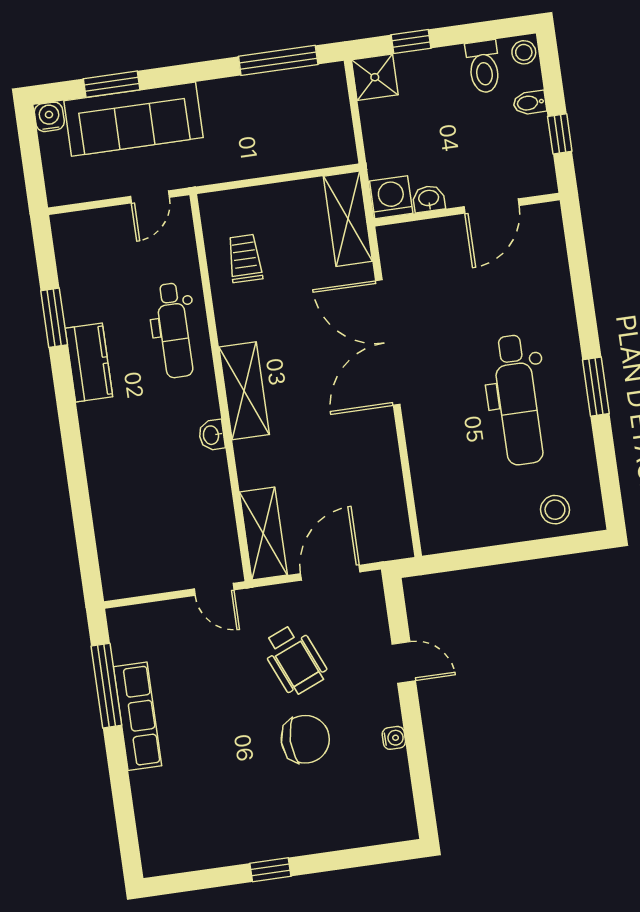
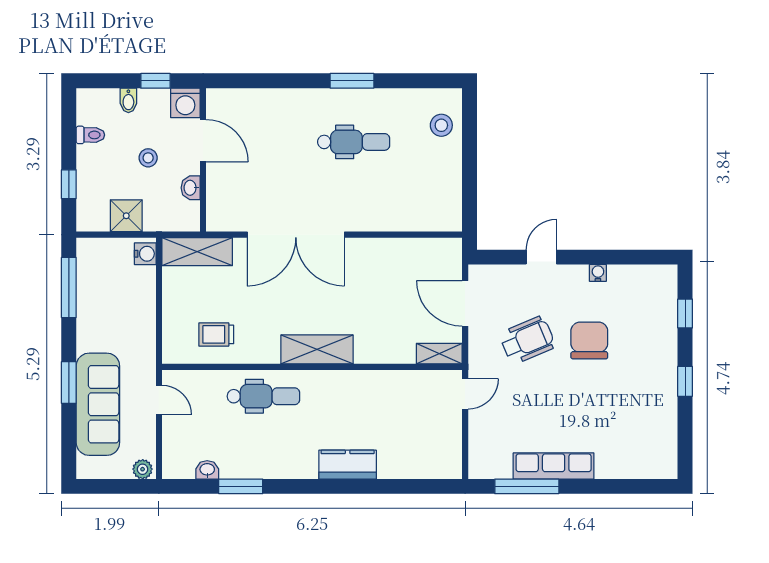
stool: (524, 52) -> (148, 158), moved
toilet: (483, 67) -> (90, 135), width x0.73, depth x0.72
shower: (375, 77) -> (126, 216), moved
window: (112, 84) -> (69, 383), moved
water cooler: (49, 117) -> (145, 254), moved, turned 180
plant: (58, 188) -> (143, 469), added
washing machine: (391, 197) -> (185, 103), moved, turned -90
kitchen counter: (89, 362) -> (348, 465), moved
dental chair: (518, 400) -> (354, 142), width x0.73, depth x0.72
washbasin: (212, 435) -> (207, 470), moved, turned 180
shelving: (263, 533) -> (439, 354), width x0.67, depth x0.75
window: (358, 857) -> (685, 313), added

